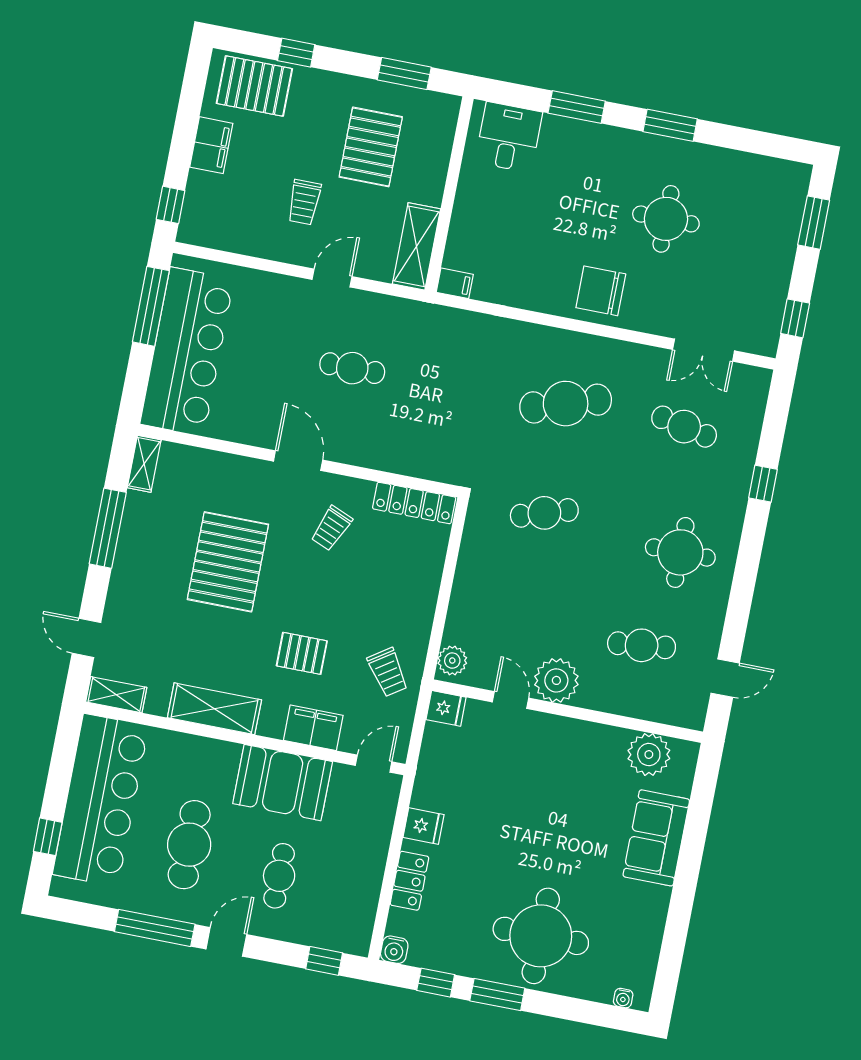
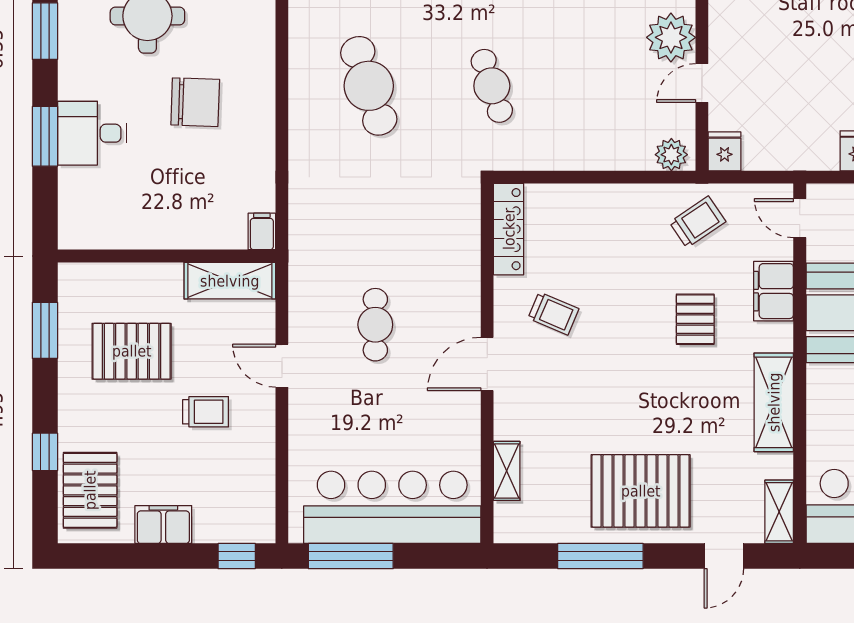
desk: (509, 137) -> (92, 133), moved
chair: (601, 291) -> (195, 102), moved, turned -88
shelving: (144, 464) -> (507, 471), moved, turned 90
pallet: (228, 562) -> (641, 491), moved

